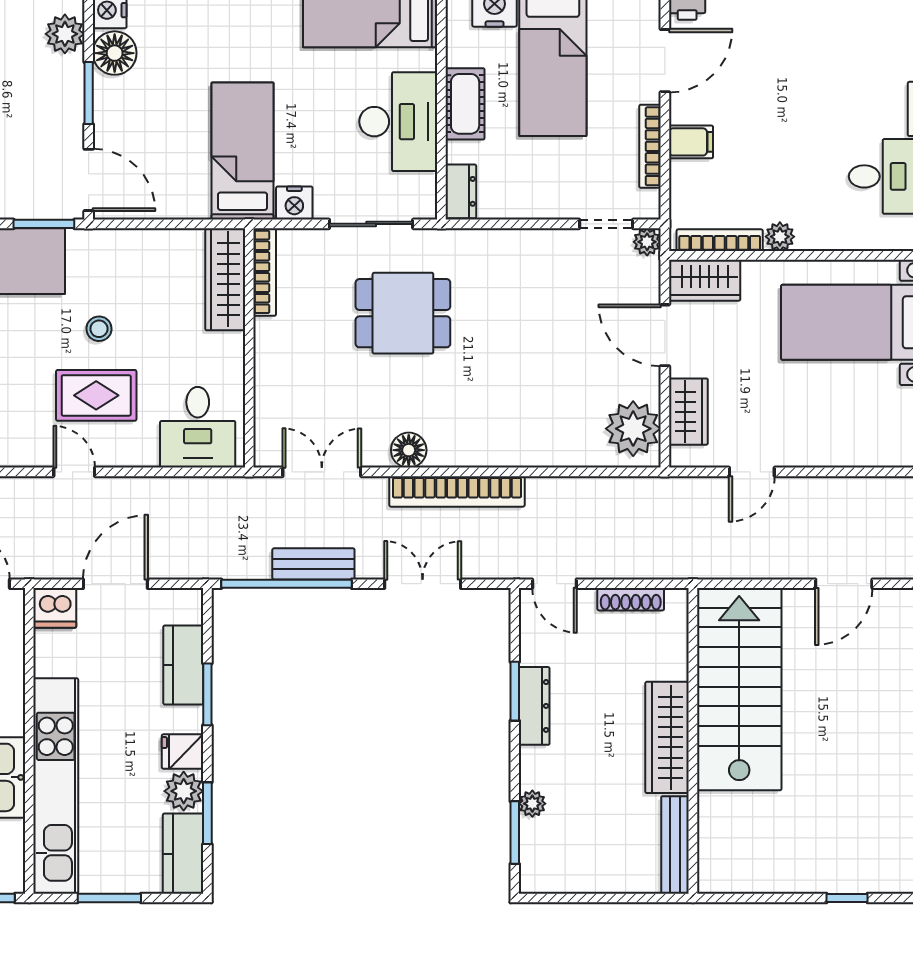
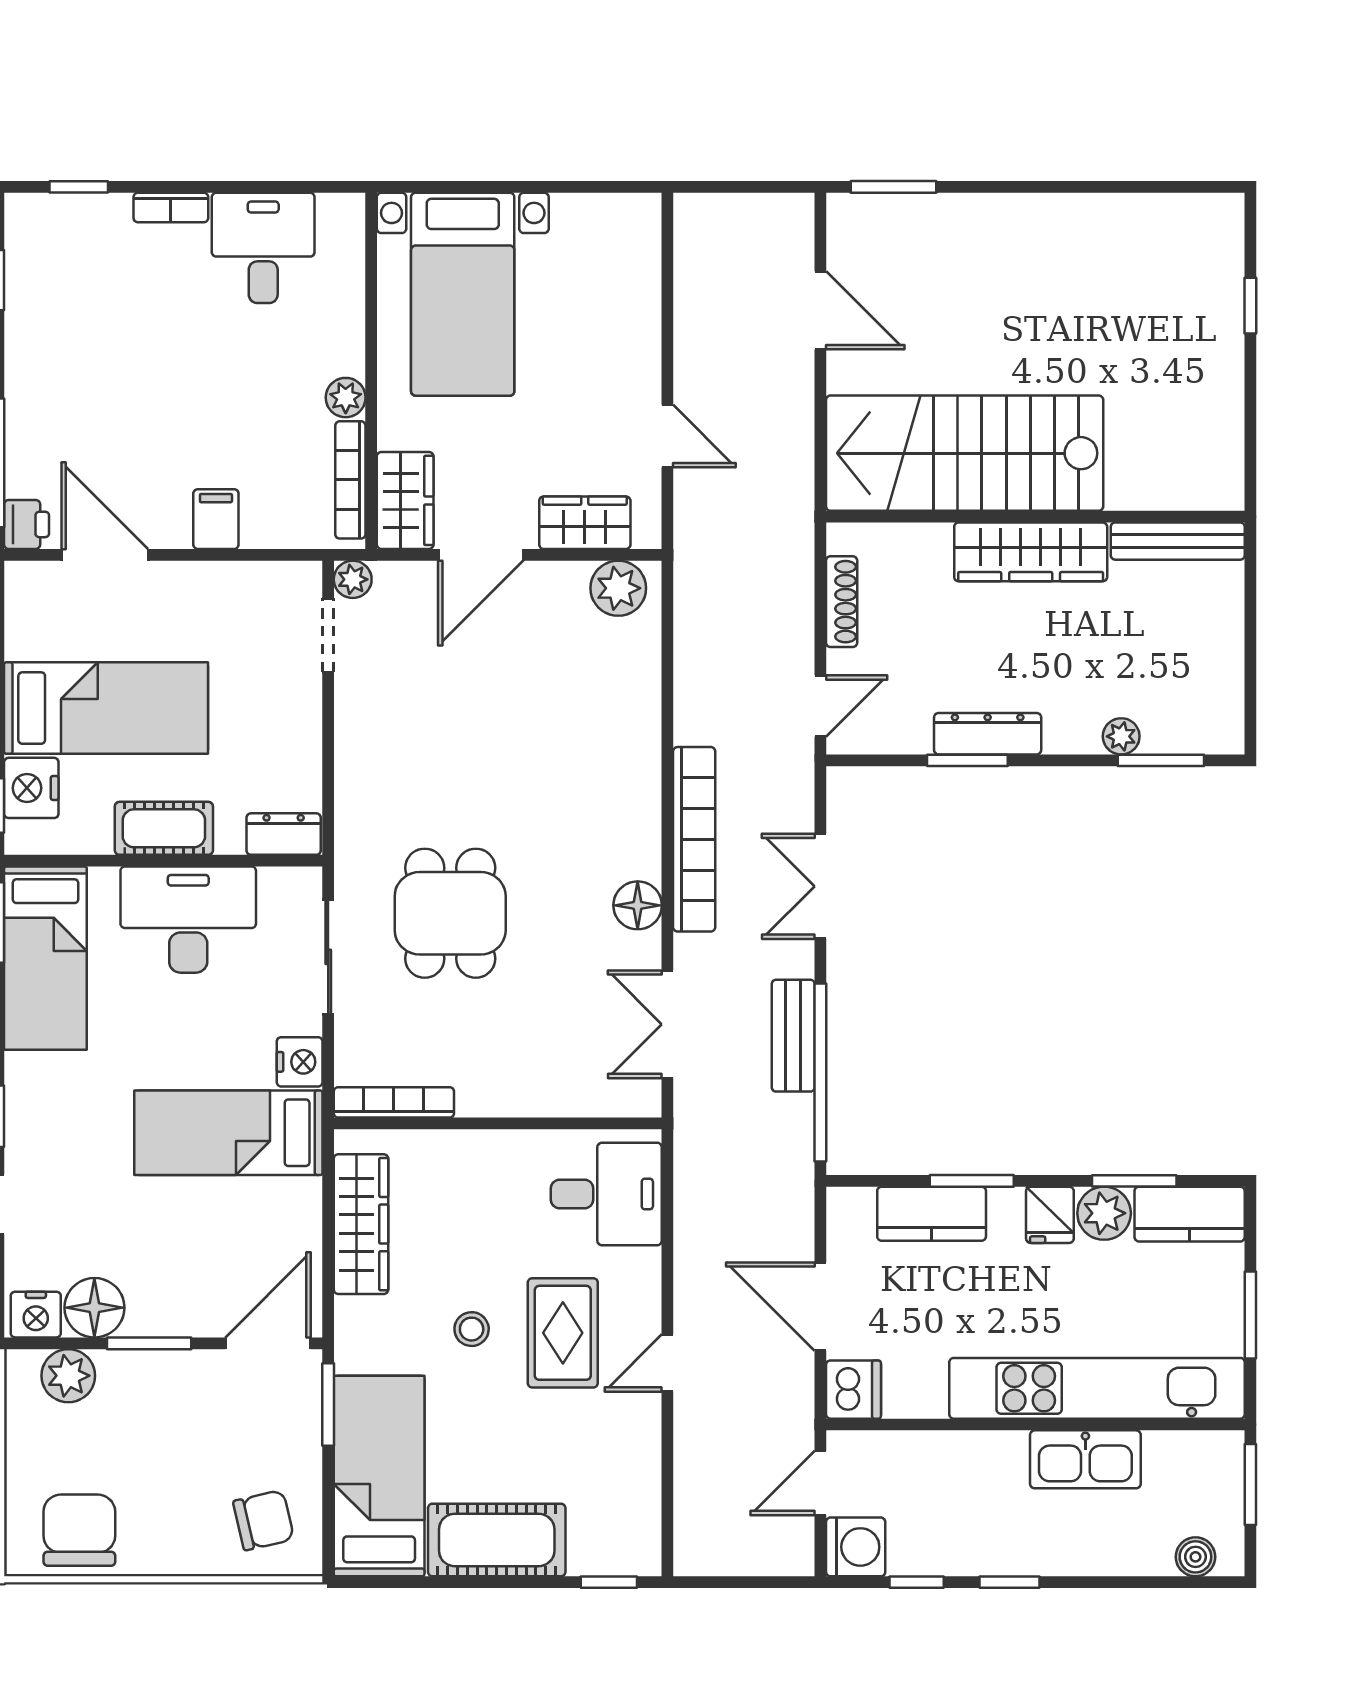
bookcase: (650, 146) -> (222, 575), removed
wardrobe: (225, 279) -> (361, 1224), moved, turned -90
plant: (633, 429) -> (618, 588), width x0.73, depth x0.73

